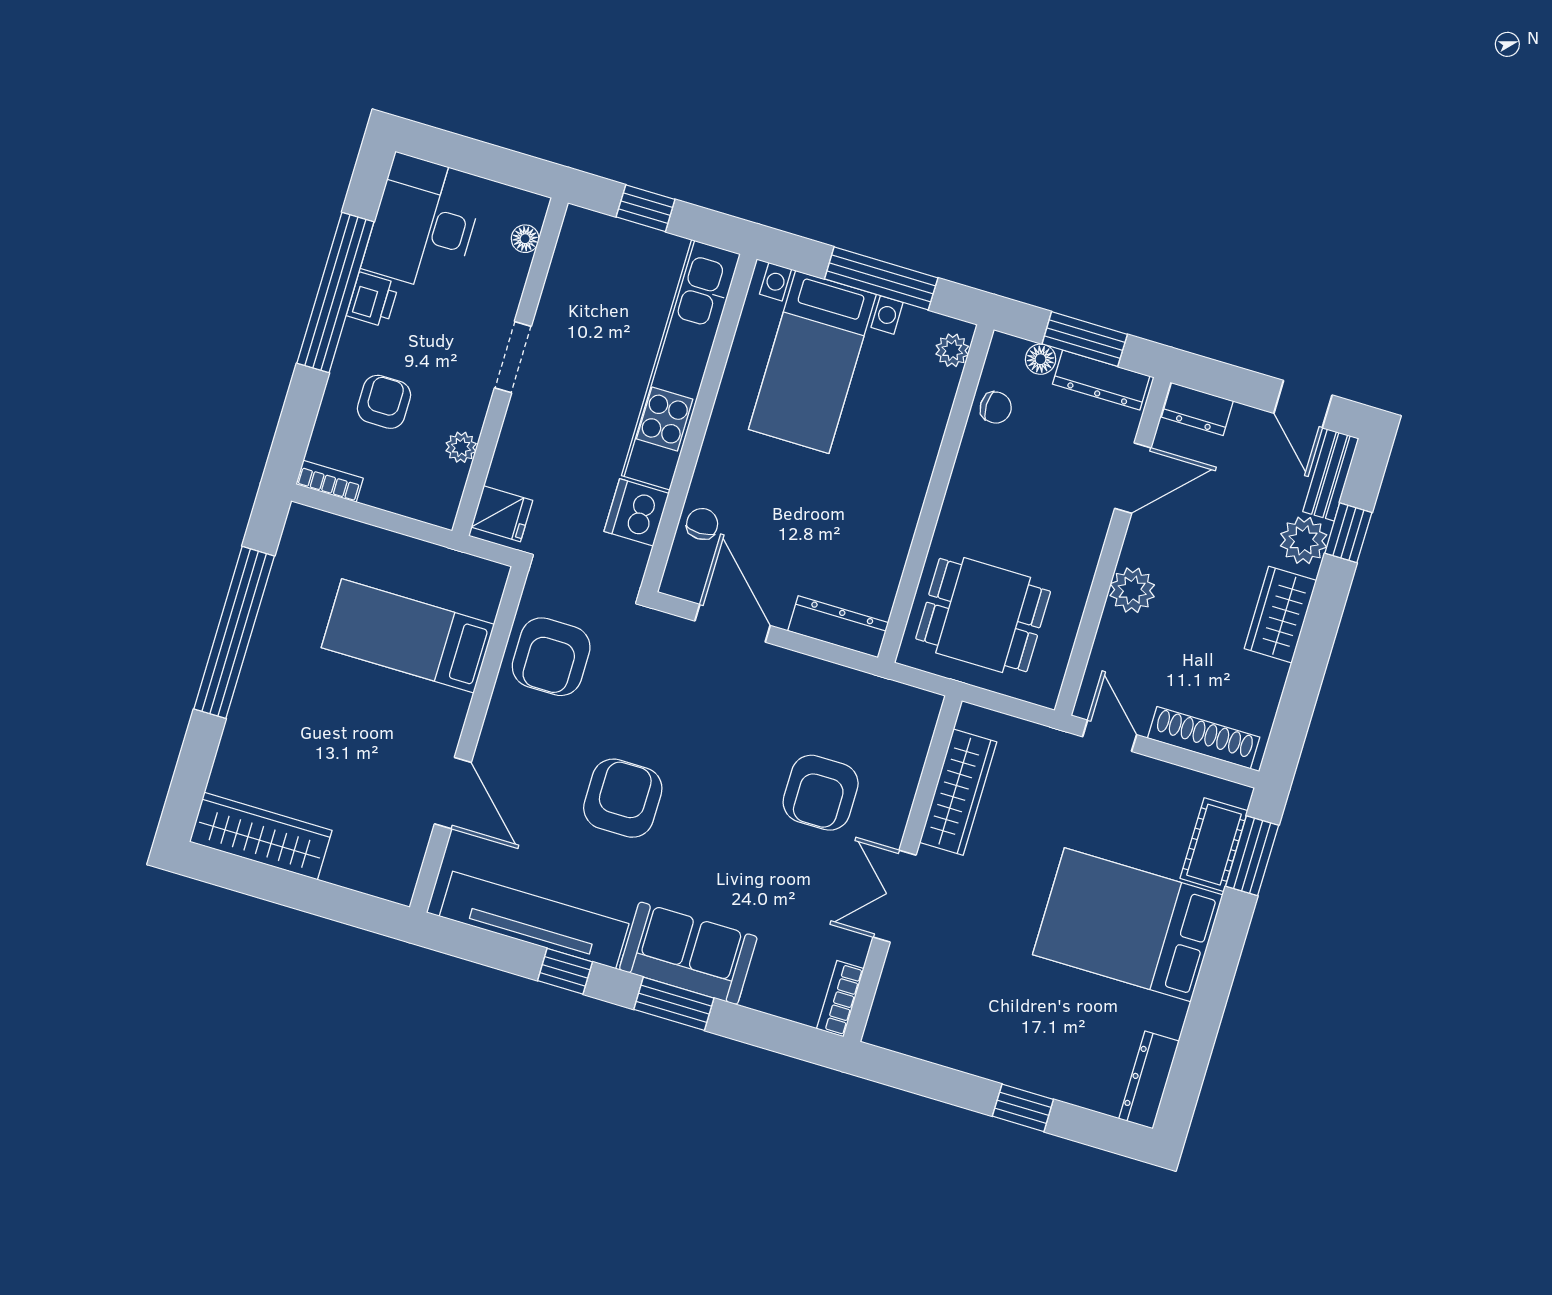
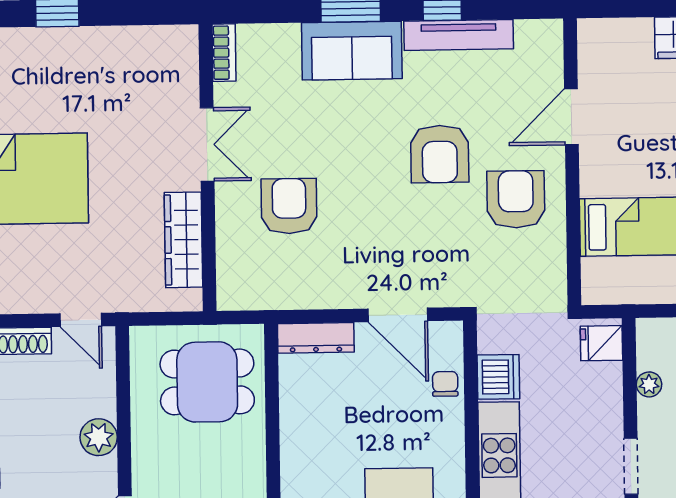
chair: (702, 524) -> (445, 384), turned 180
armchair: (551, 657) -> (516, 199), moved
door: (453, 793) -> (571, 117), hinge flipped
tv unit: (534, 920) -> (459, 35), width x0.73, depth x0.78

